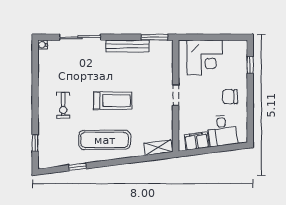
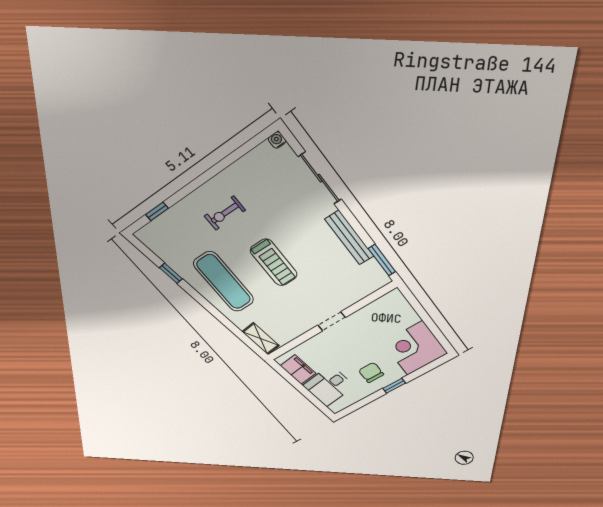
corner desk: (205, 58) -> (415, 348), moved, turned 90
window: (250, 65) -> (394, 386), moved

